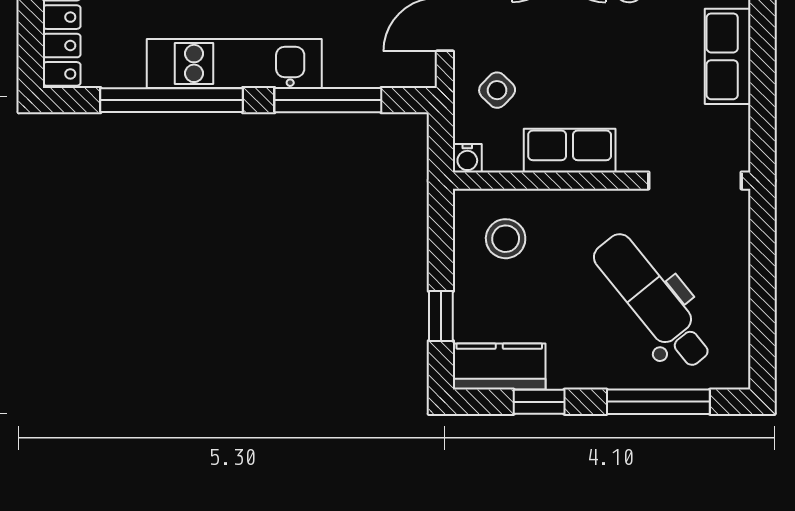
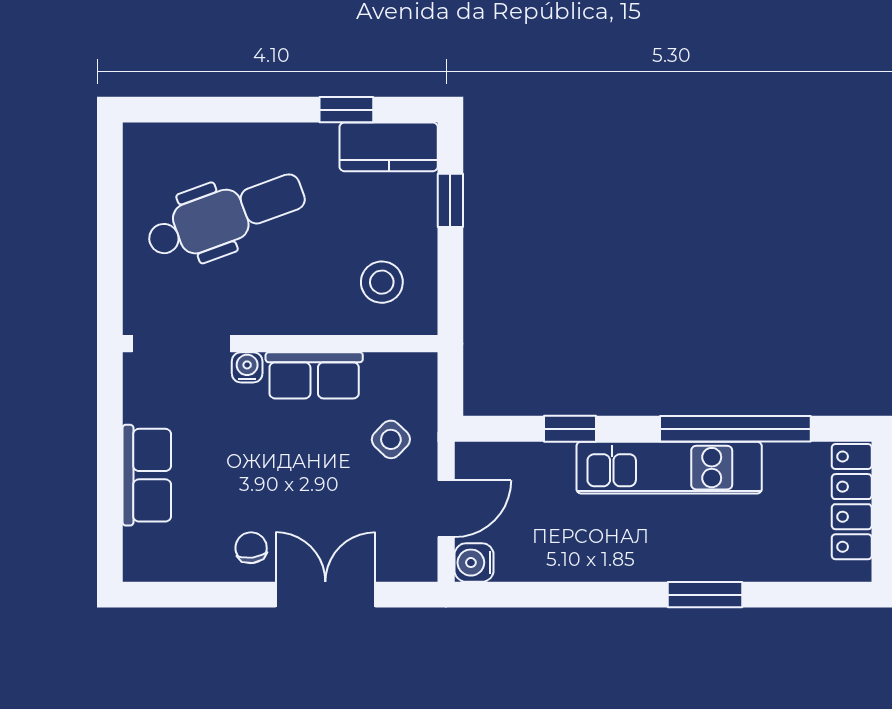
window: (328, 100) -> (570, 429), width x0.46
water cooler: (467, 158) -> (247, 367), moved
dental chair: (653, 301) -> (226, 216), turned -71
window: (658, 402) -> (220, 110), removed

